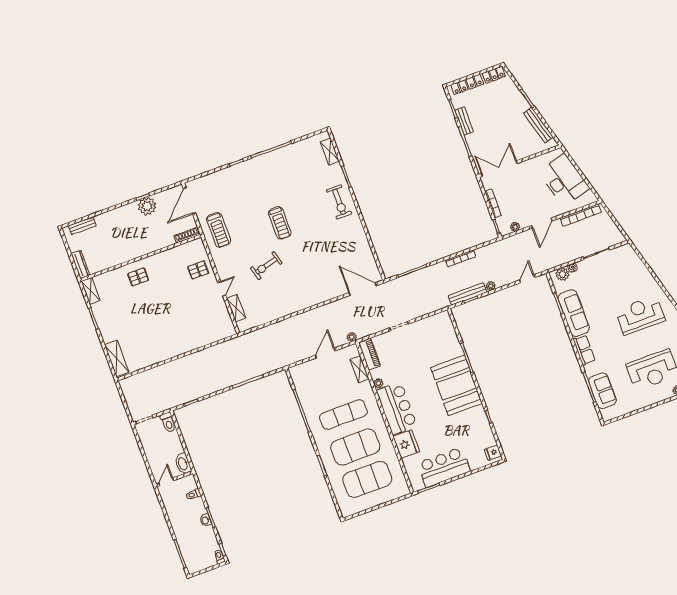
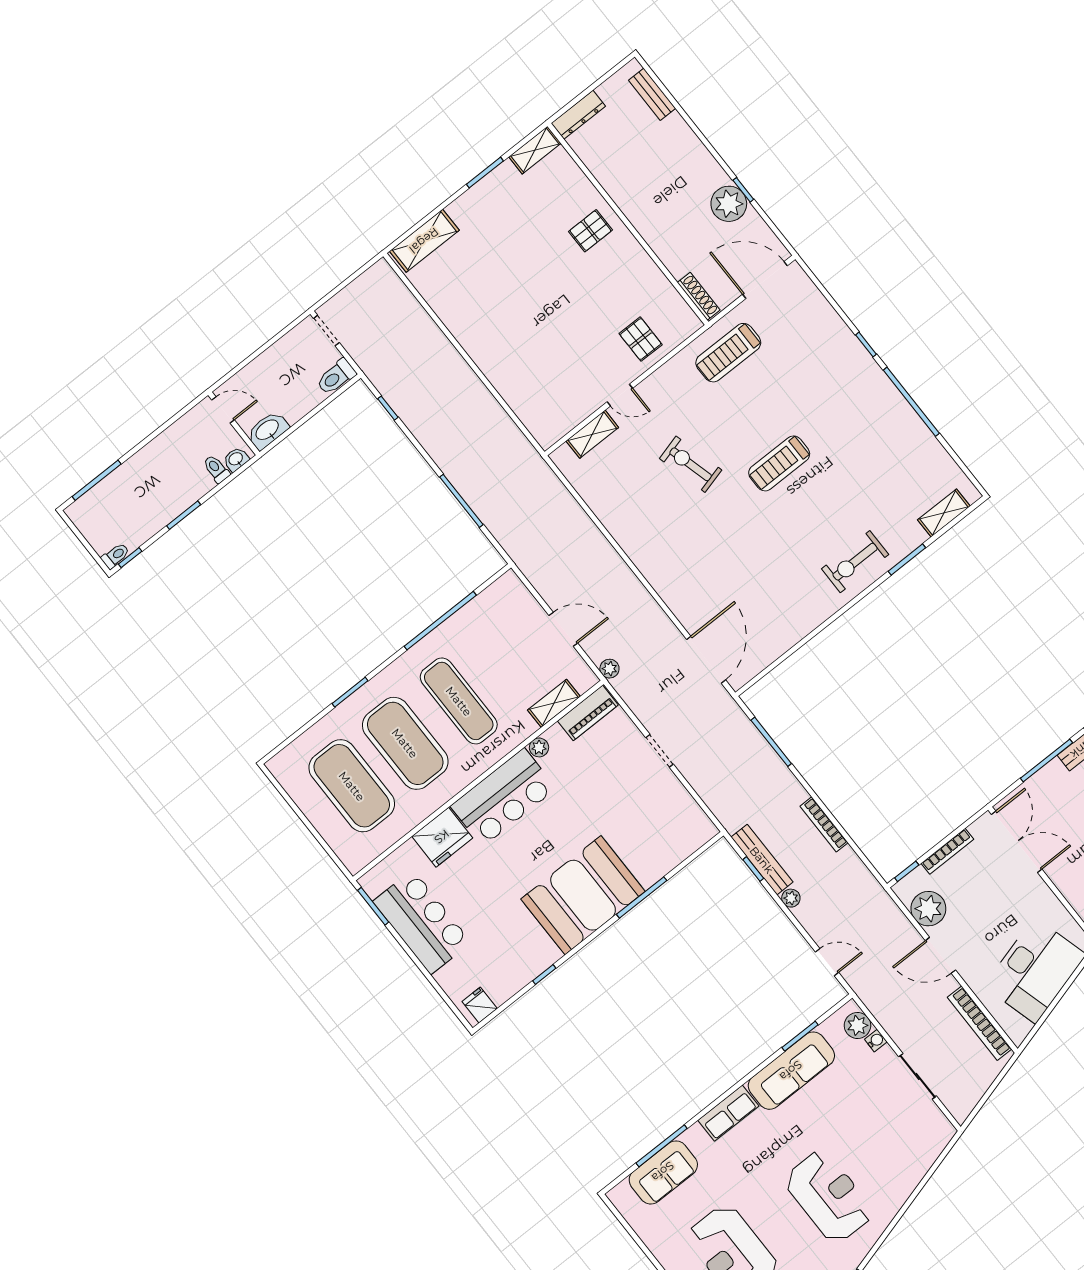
plant: (515, 227) -> (928, 909), width x1.87, depth x1.87
pallet: (138, 277) -> (590, 231), turned 90
washbasin: (206, 520) -> (236, 459), moved

